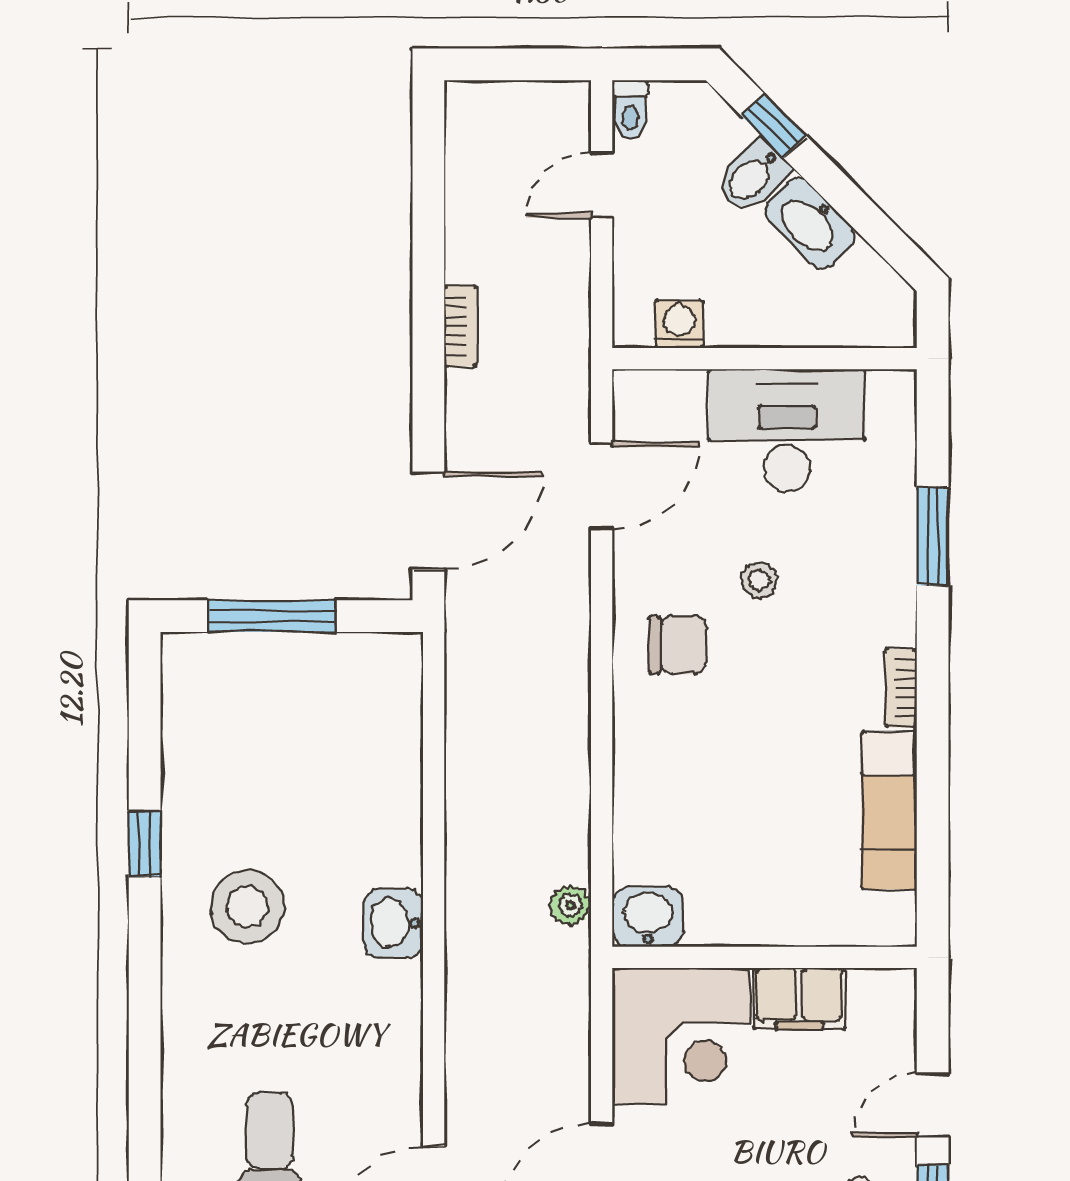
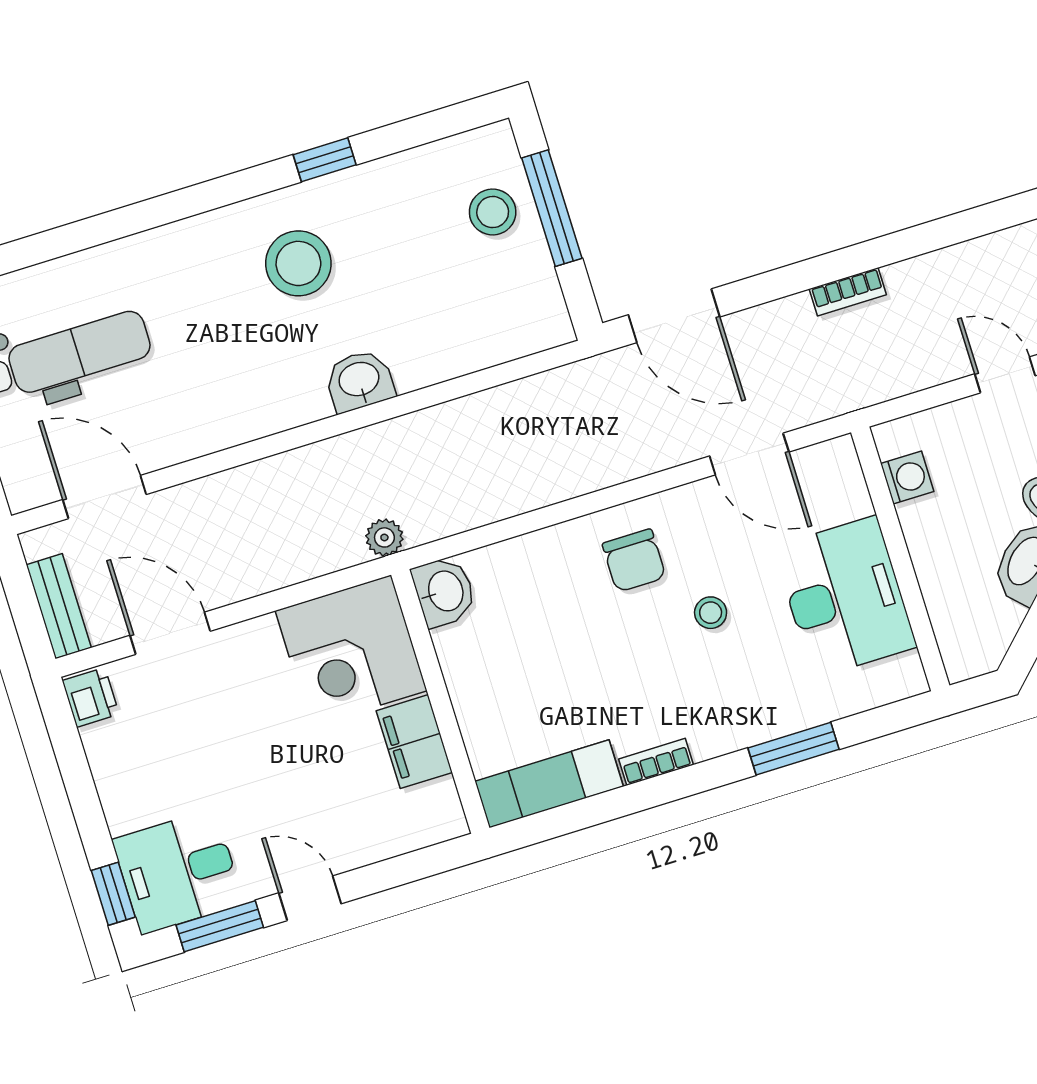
stool: (257, 681) -> (493, 212), added
washbasin: (648, 917) -> (444, 591), moved
washbasin: (393, 923) -> (359, 381), moved
wall: (765, 957) -> (440, 701), moved
filing cabinet: (799, 999) -> (414, 742), moved
corner desk: (681, 1036) -> (351, 651), moved

